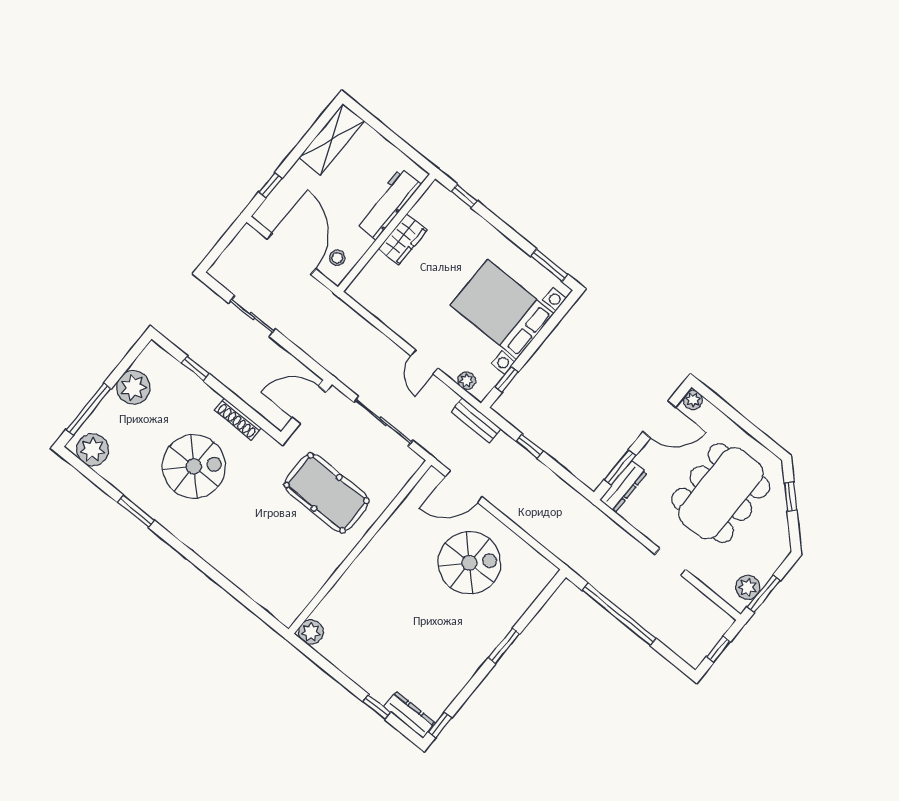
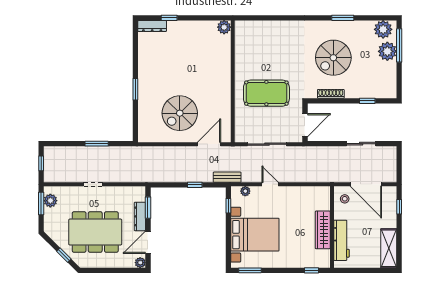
wardrobe: (403, 239) -> (323, 230), width x1.50
plant: (133, 387) -> (387, 51), moved
dresser: (623, 486) -> (140, 216), moved
dining table: (721, 493) -> (95, 232), turned 90
window: (619, 614) -> (97, 144), width x0.47
window: (440, 725) -> (135, 32), removed

